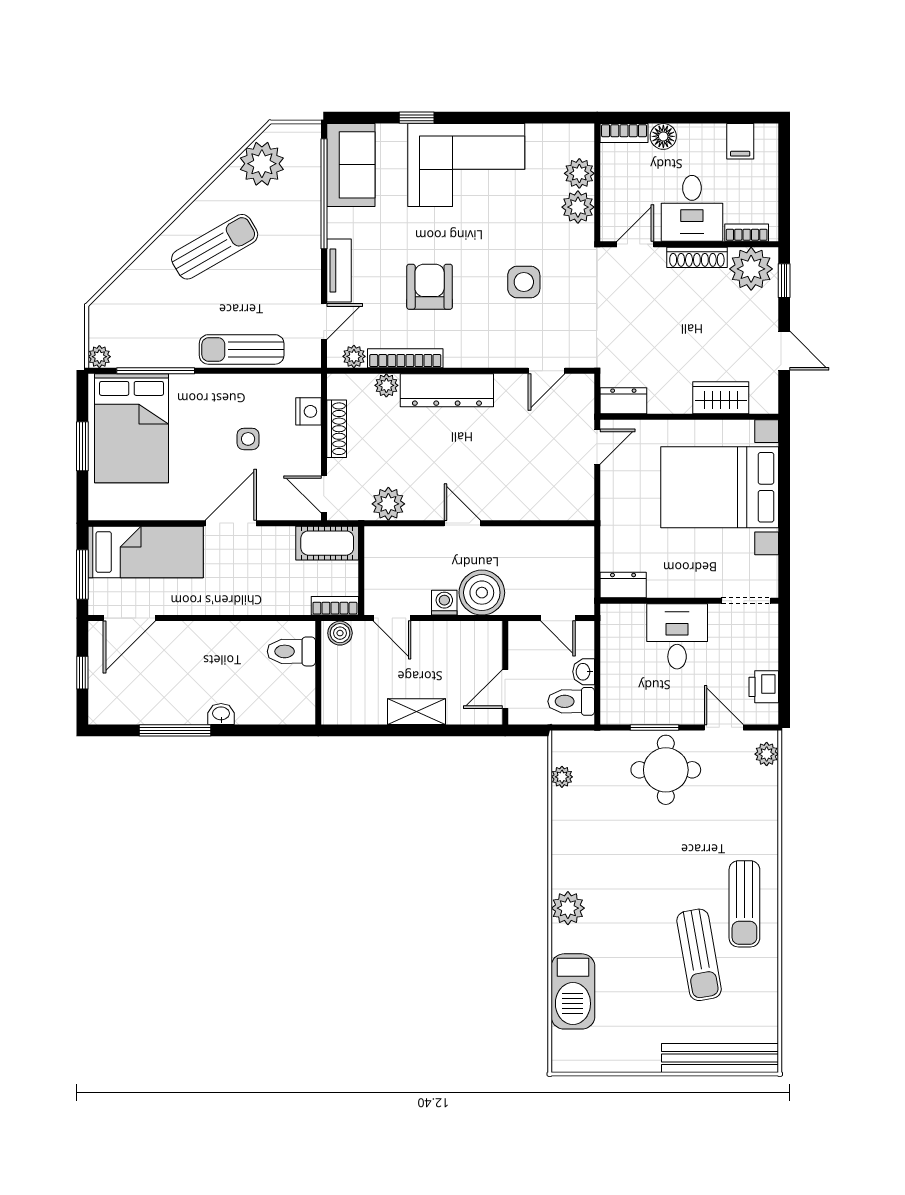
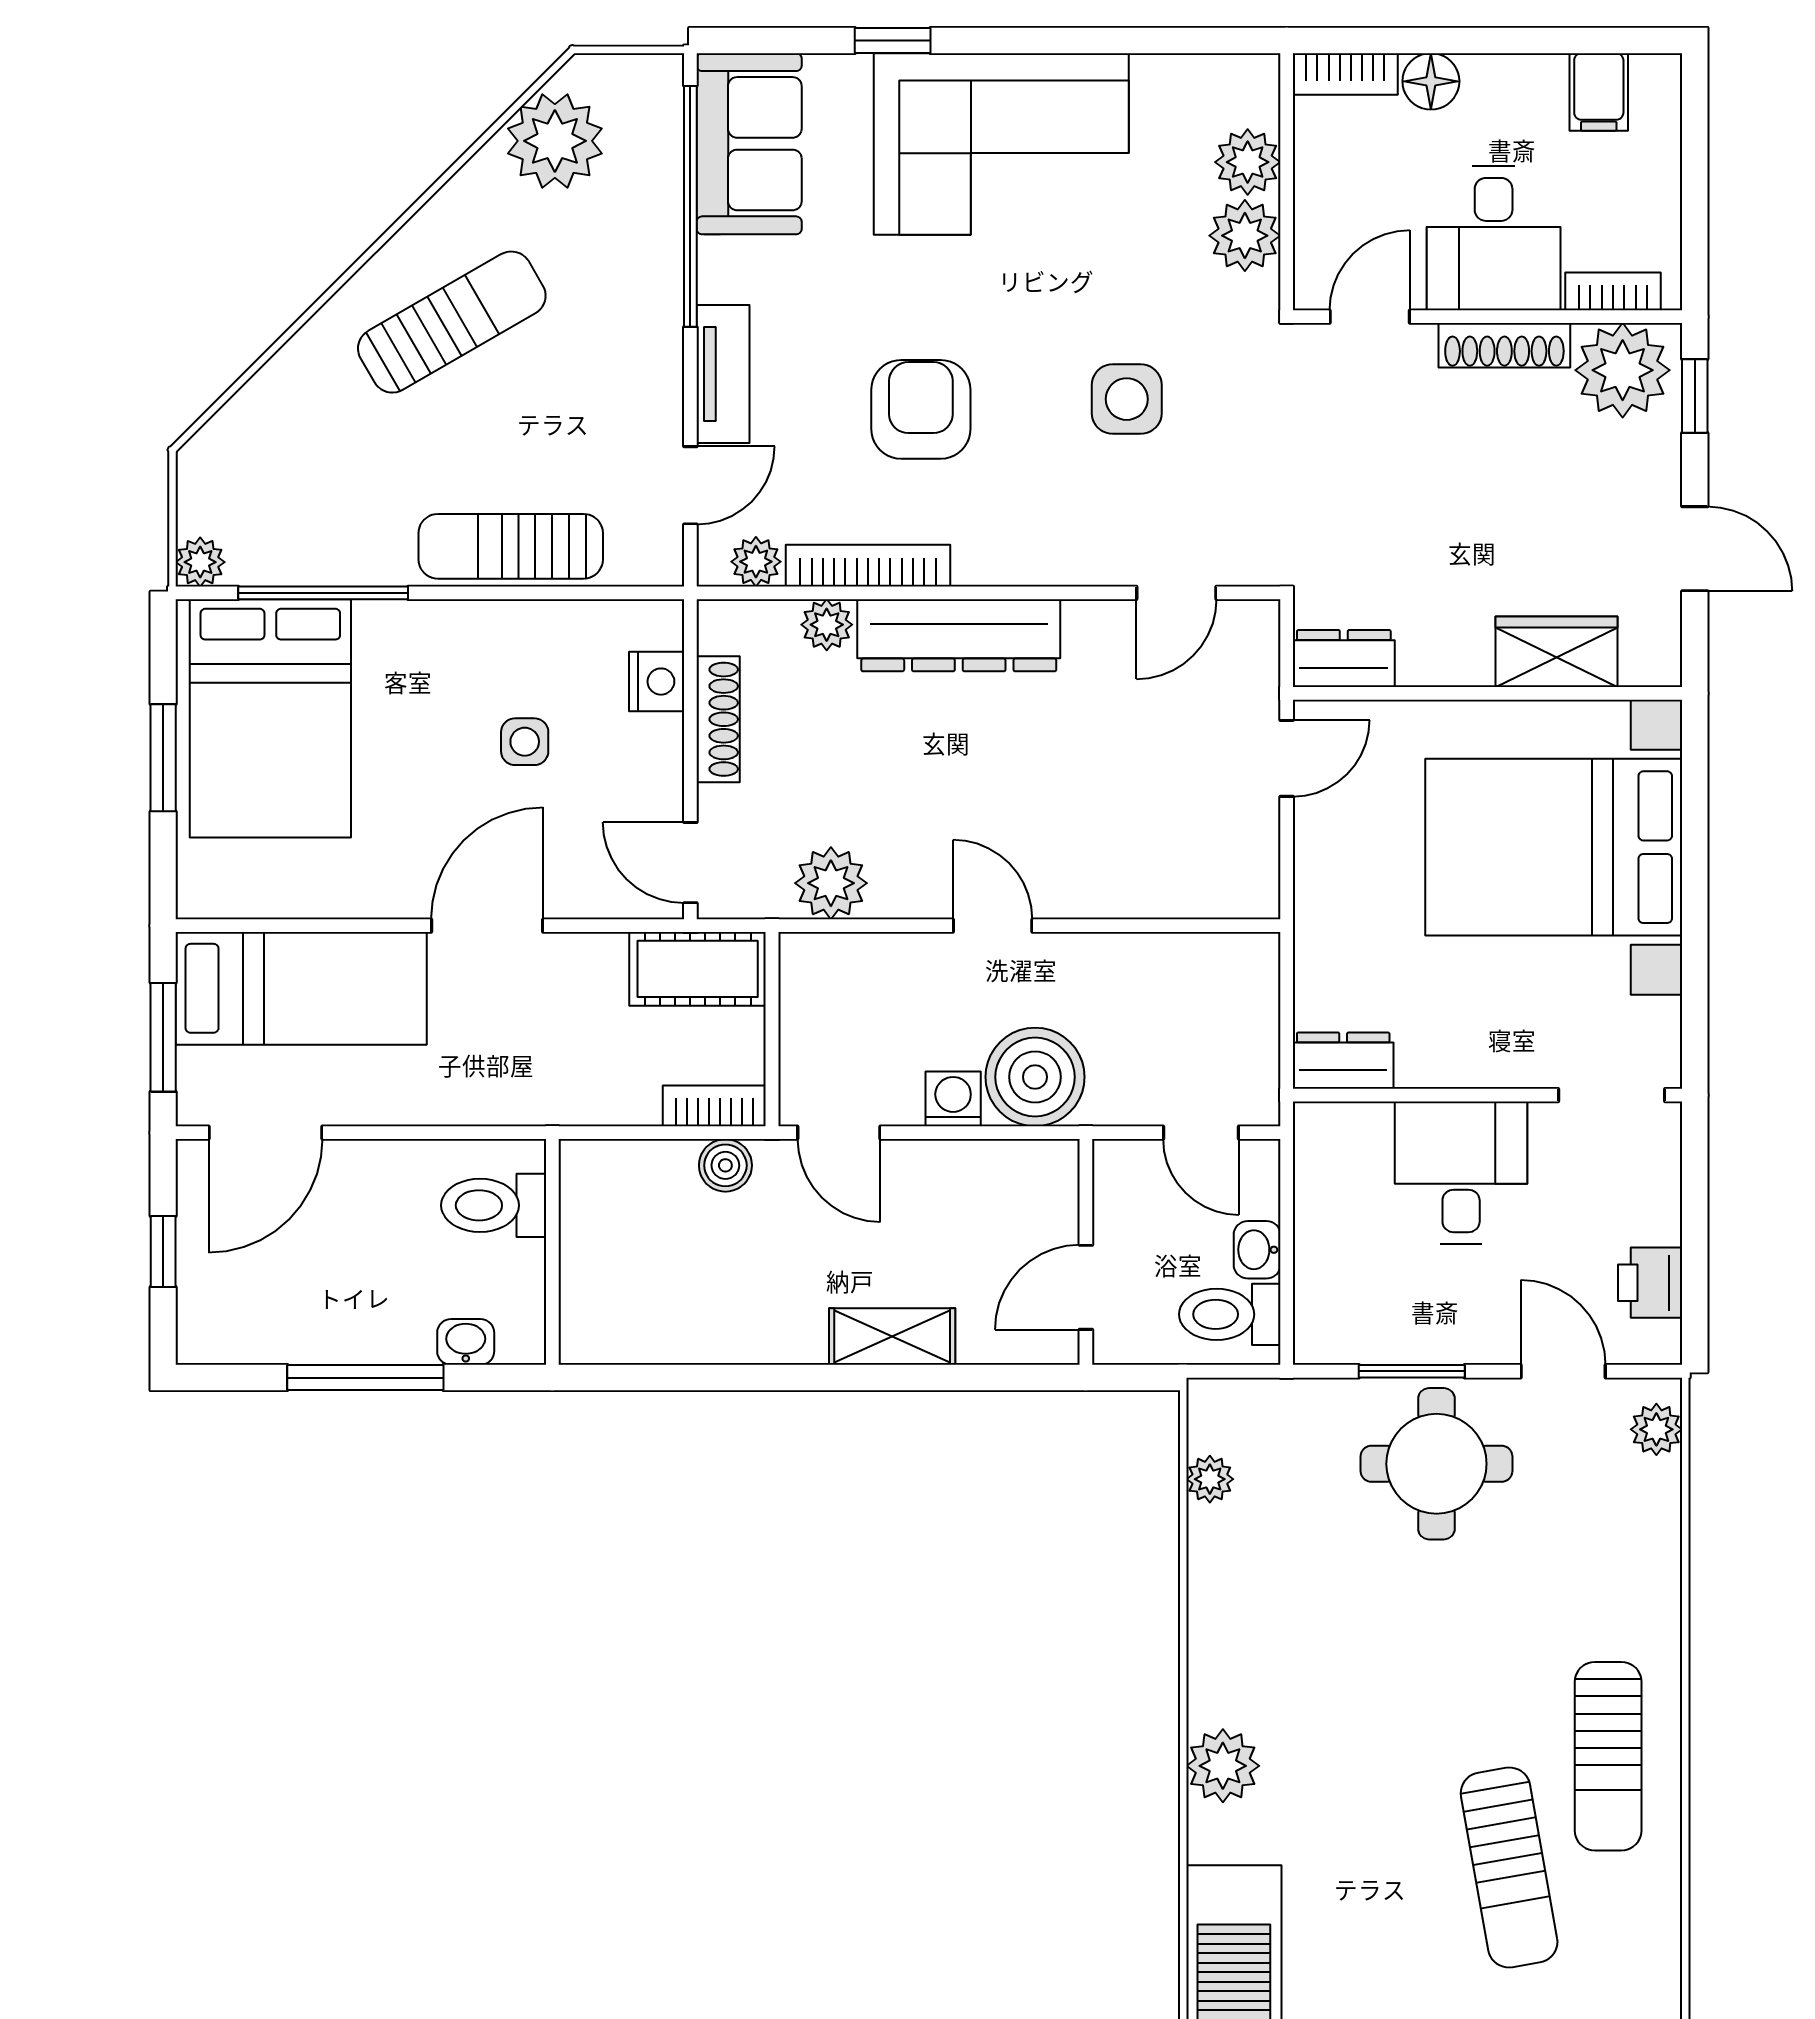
toilet: (291, 651) -> (494, 1205), moved
wall: (318, 673) -> (552, 1252), moved

